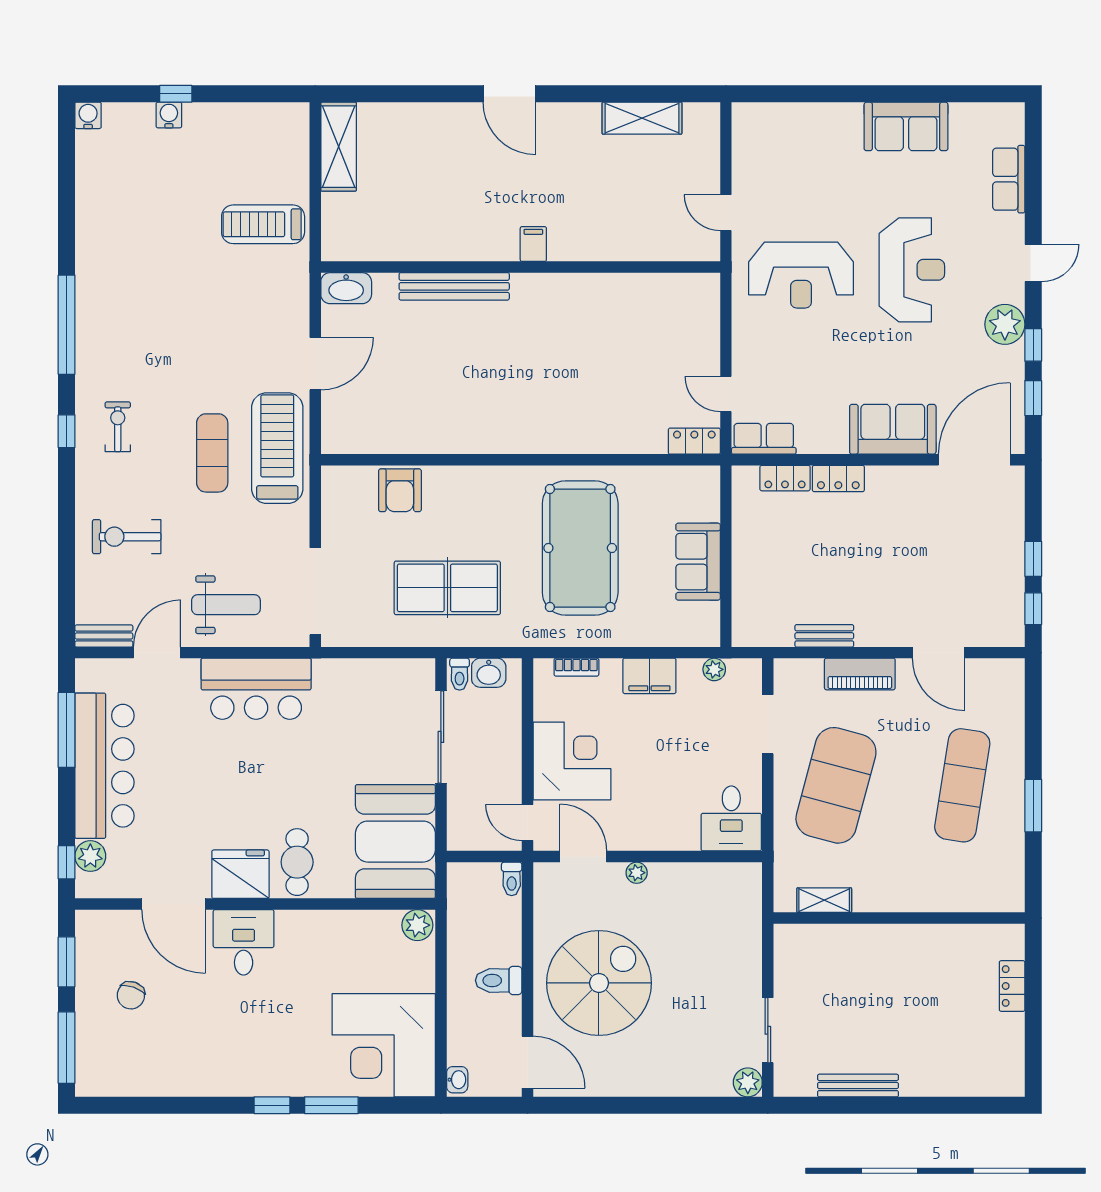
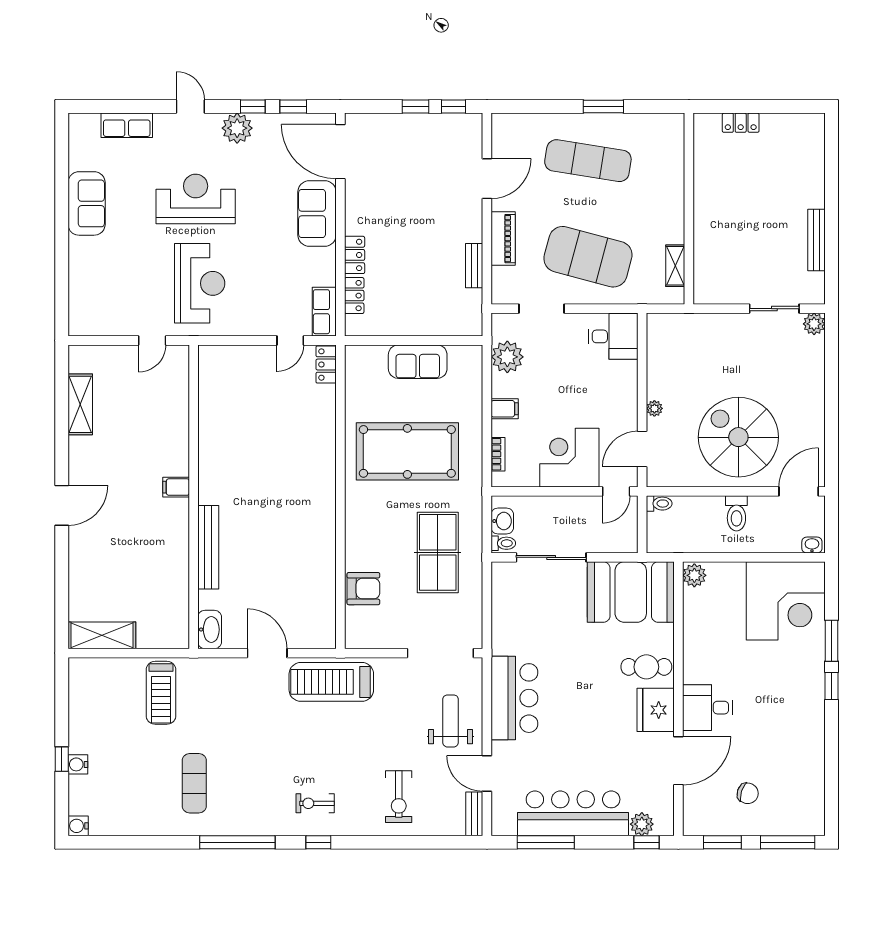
exercise mat: (212, 453) -> (194, 783), moved, turned 90
plant: (714, 669) -> (507, 357), width x1.87, depth x1.87
filing cabinet: (649, 676) -> (505, 409), width x0.50

